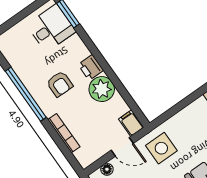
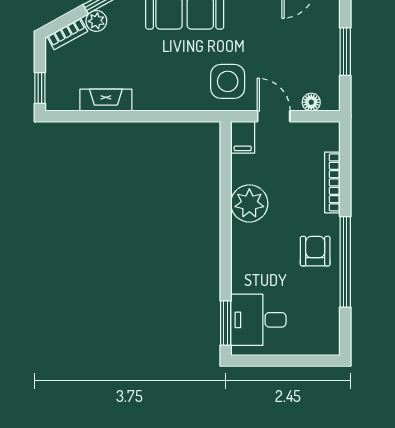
printer: (91, 67) -> (244, 239), removed
armchair: (60, 84) -> (315, 251), moved

